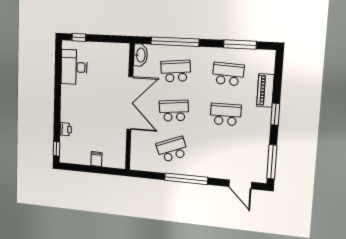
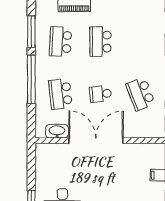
window: (175, 42) -> (31, 79), moved
washbasin: (140, 55) -> (57, 131), moved
school desk: (174, 111) -> (100, 94), width x0.54

